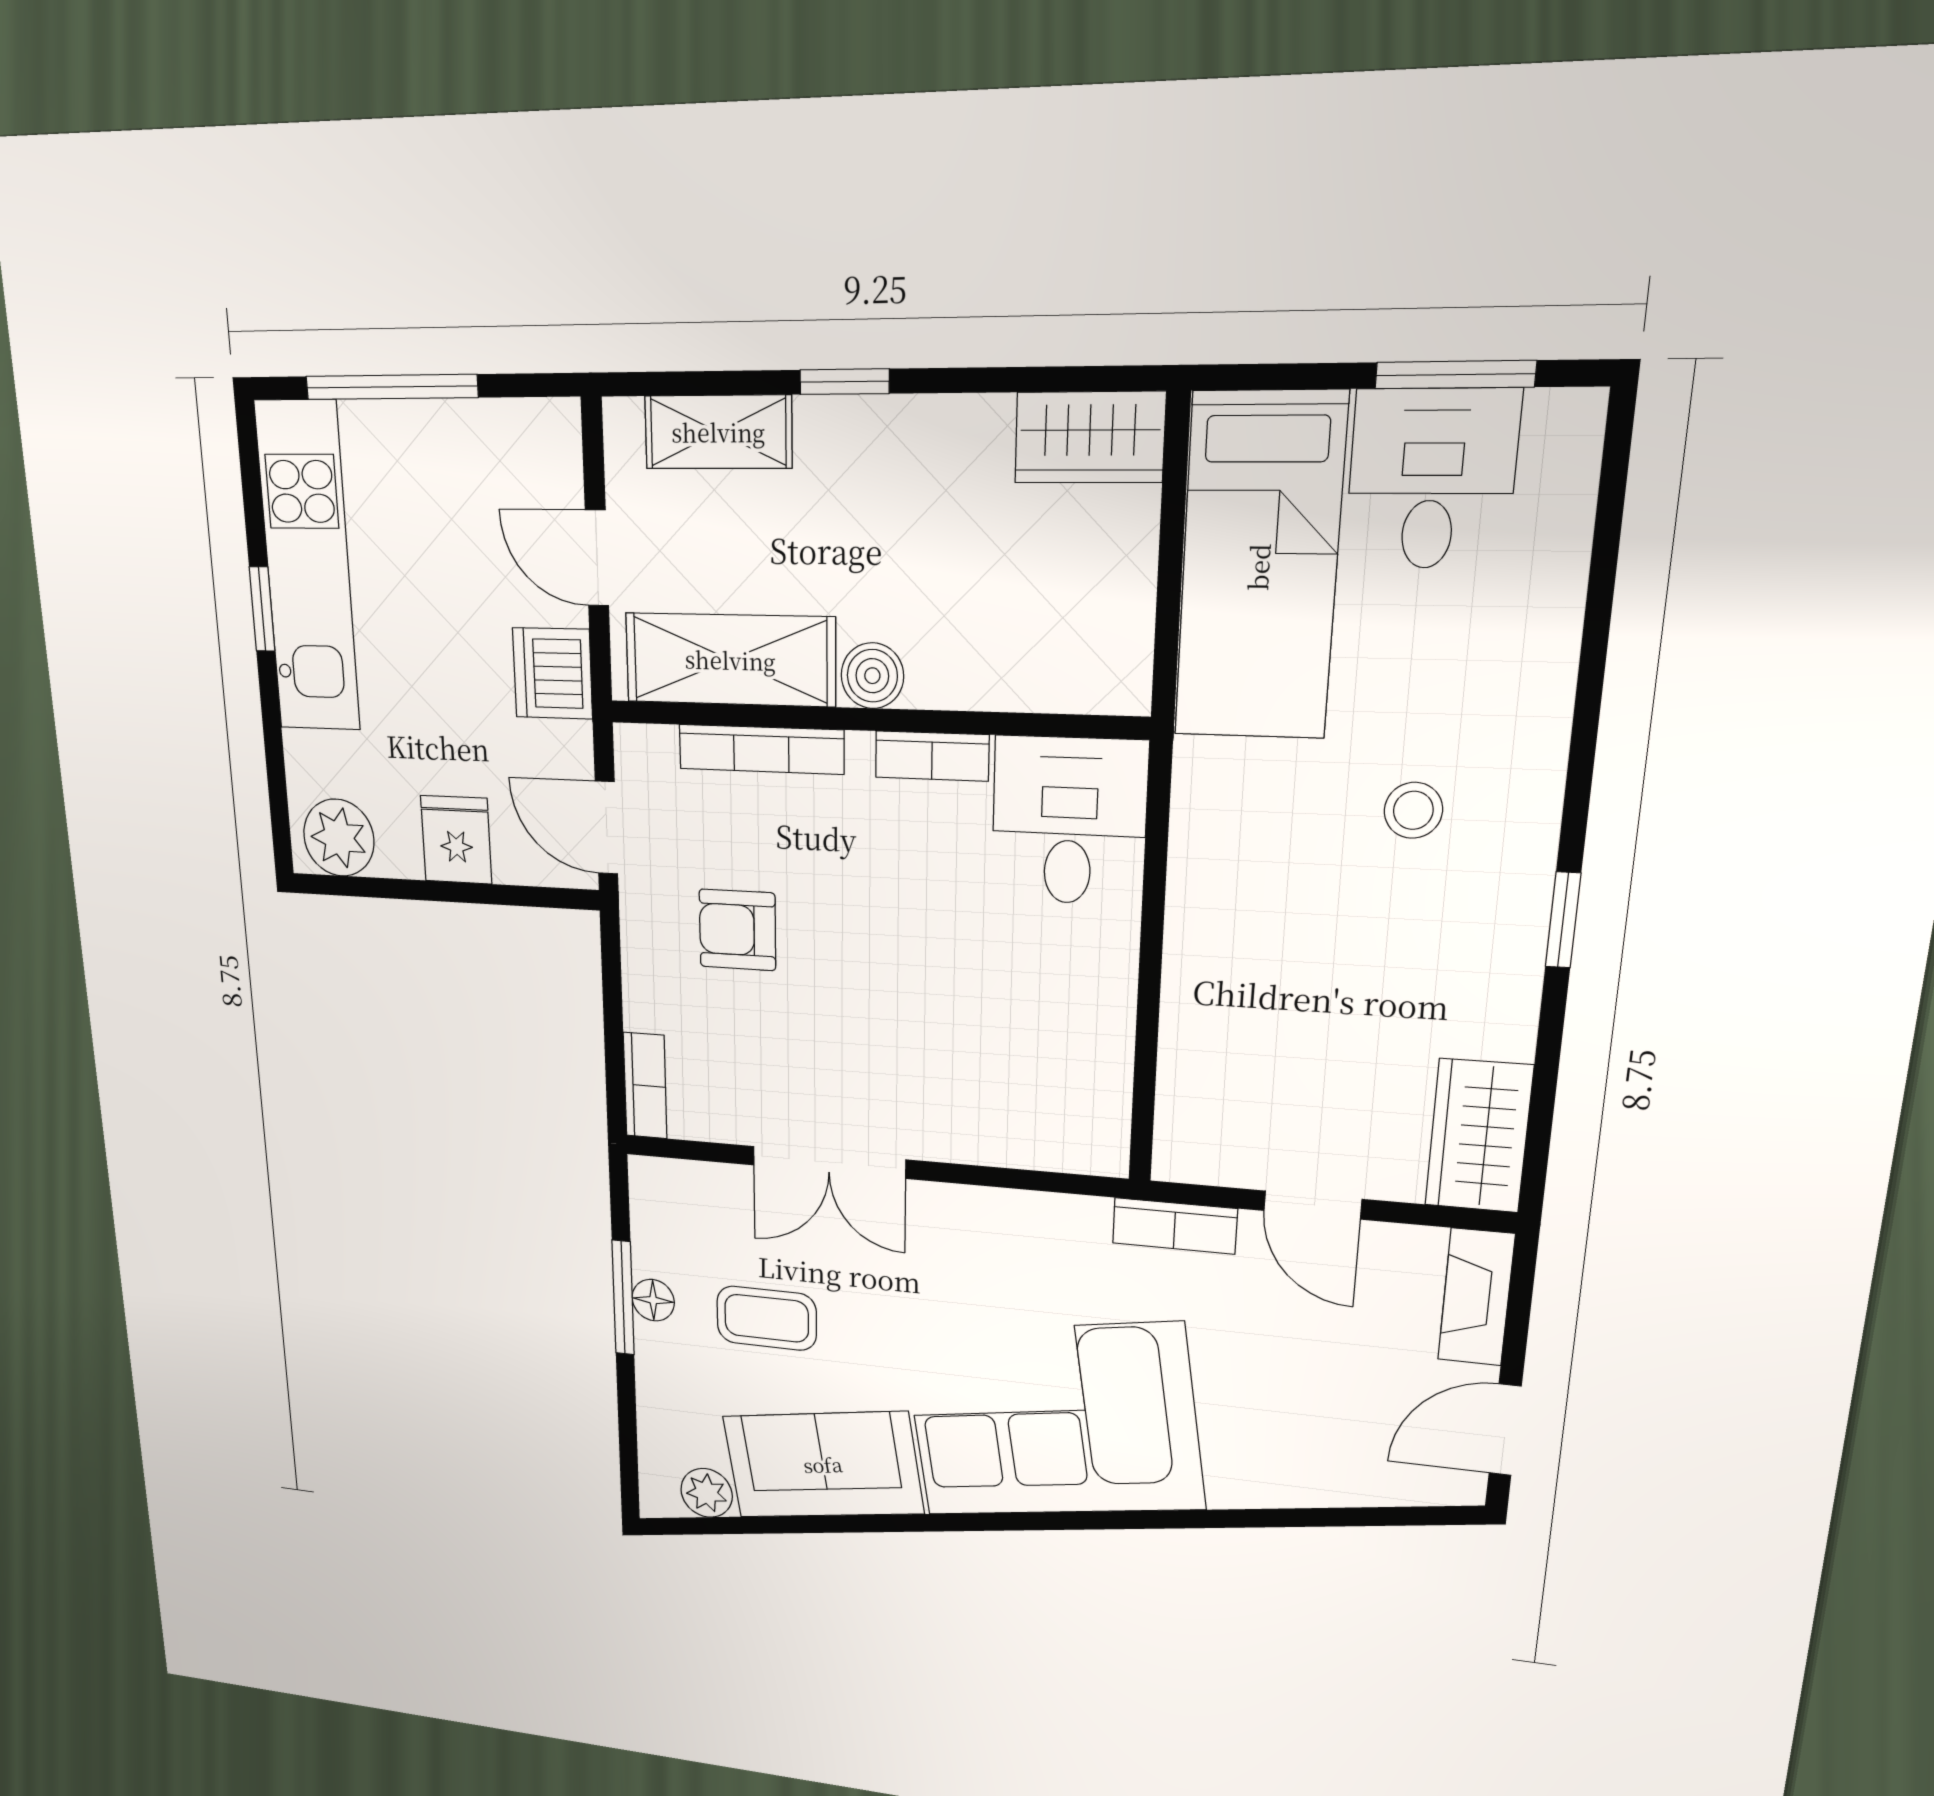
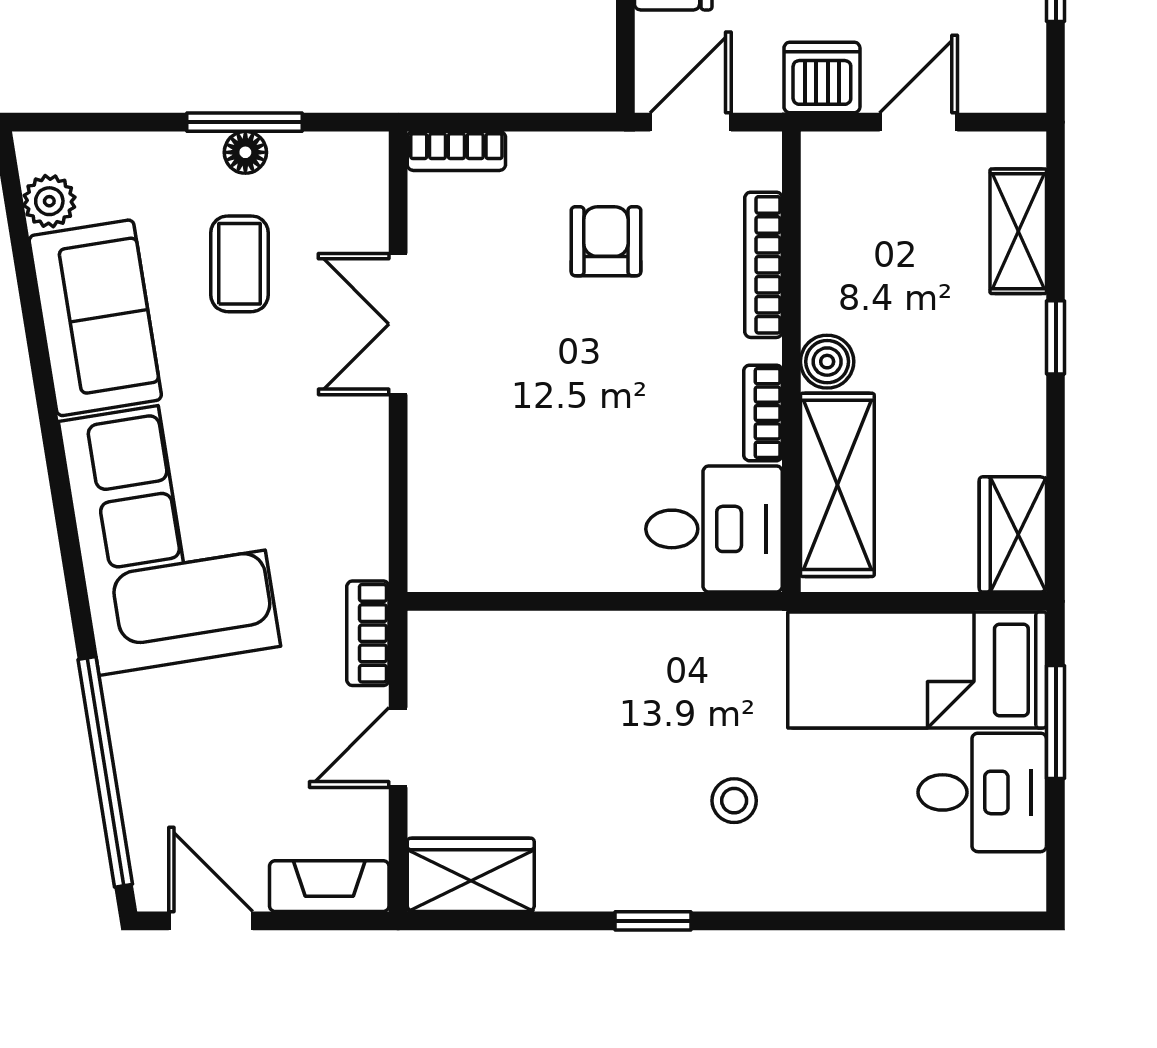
window: (1455, 375) -> (1056, 722), moved
shelving: (730, 660) -> (837, 485), moved
window: (1317, 1517) -> (105, 772), added

